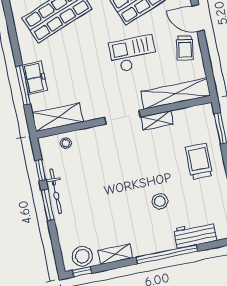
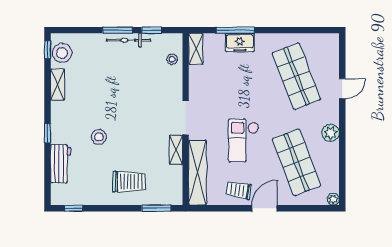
checkout: (133, 54) -> (244, 140), turned 180
shelving: (58, 117) -> (196, 49), width x0.67, depth x0.75
window: (167, 254) -> (48, 133), width x0.32

